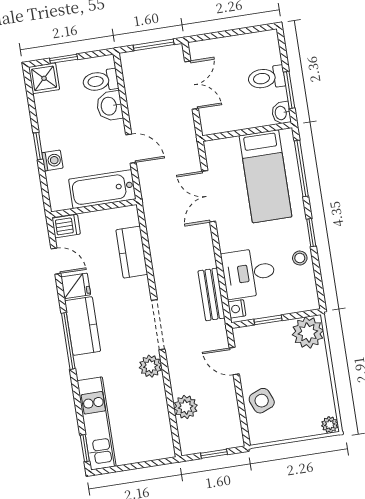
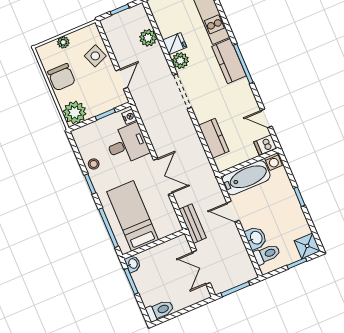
toilet: (266, 78) -> (160, 310), moved
washing machine: (52, 160) -> (273, 162), moved, turned -90
double door: (209, 196) -> (163, 177), moved
fridge: (76, 286) -> (175, 44), moved, turned 180
bench: (211, 294) -> (193, 224), moved
kitchen counter: (83, 326) -> (229, 61), moved
door: (234, 361) -> (122, 79), hinge flipped
chair: (313, 384) -> (62, 77), added
plant: (330, 425) -> (63, 42), moved

